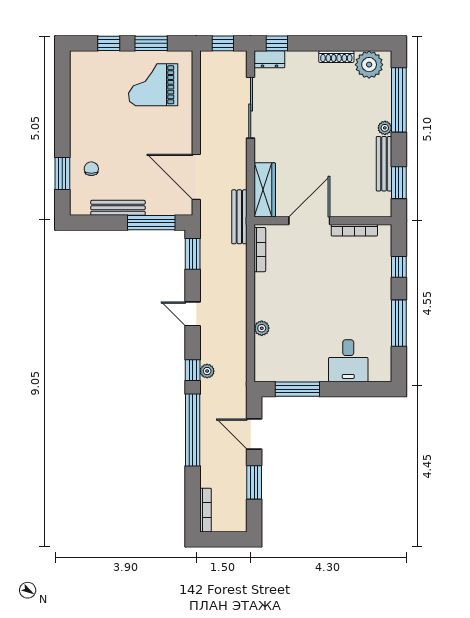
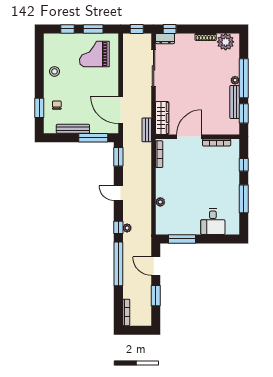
window: (399, 100) -> (244, 78), moved
stool: (88, 113) -> (55, 71), added
bench: (239, 217) -> (147, 130), width x0.73

